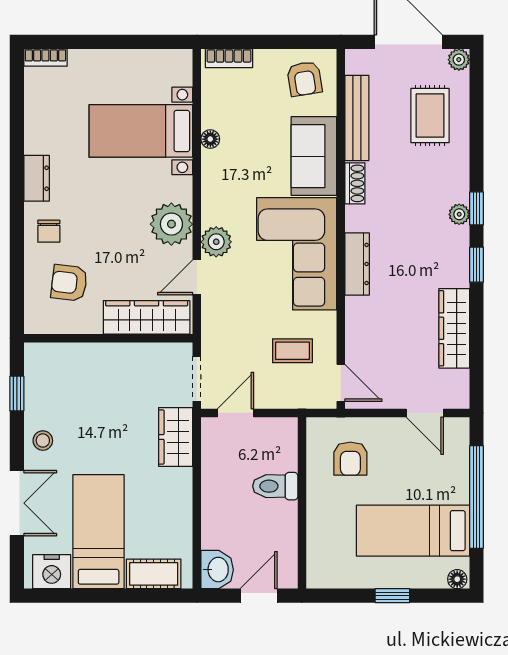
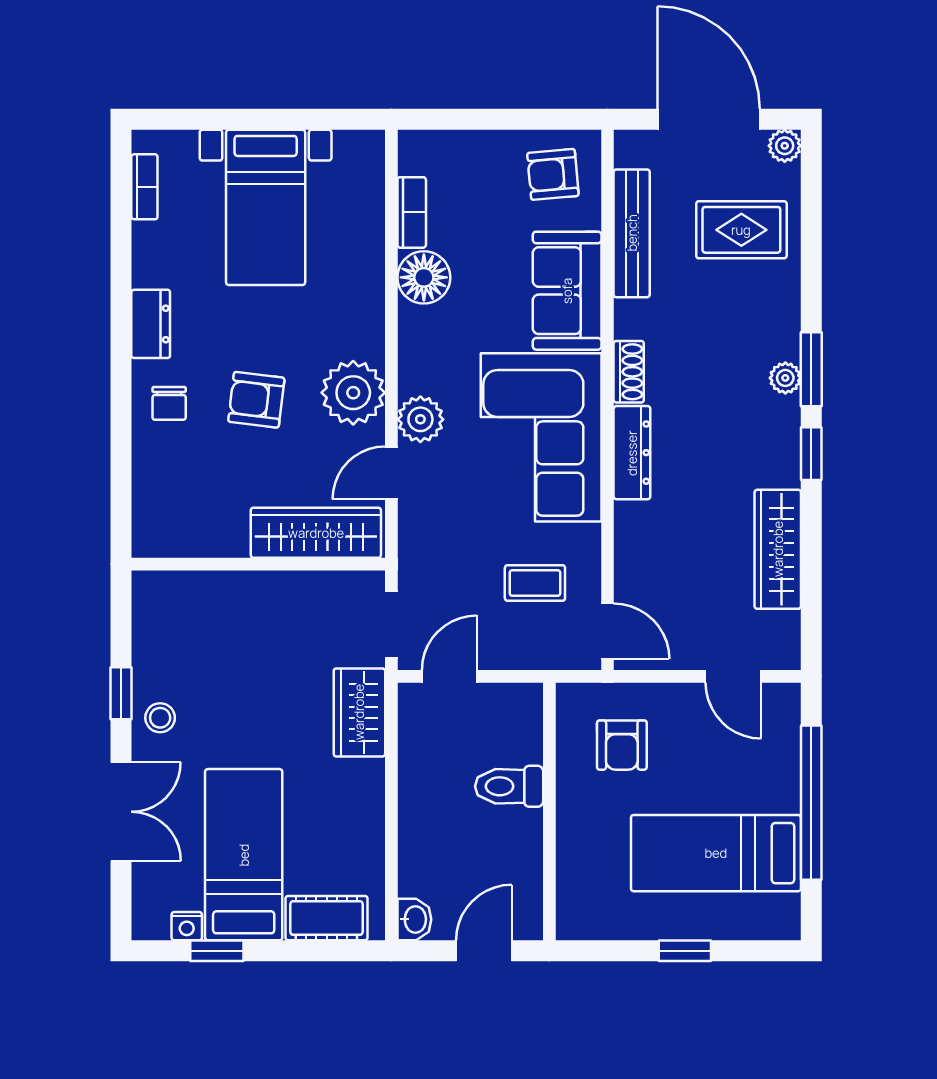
bookcase: (45, 58) -> (144, 187), moved, turned -90
bookcase: (229, 58) -> (412, 212), moved, turned -90
armchair: (304, 79) -> (553, 174), turned 94
rug: (430, 116) -> (741, 230), turned 90
bed with nightstands: (141, 131) -> (266, 207), moved, turned -90
floor lamp: (210, 139) -> (424, 277), width x1.89, depth x1.89
shoe rack: (355, 183) -> (629, 372), moved
window: (476, 208) -> (811, 369), width x1.50
armchair: (69, 283) -> (256, 400), moved
window: (17, 394) -> (121, 693), moved
washbasin: (217, 570) -> (414, 919), width x0.72, depth x0.69
nightstand: (52, 572) -> (187, 926), width x0.53, depth x0.56
floor lamp: (457, 579) -> (782, 926), removed
window: (81, 596) -> (217, 951), added

